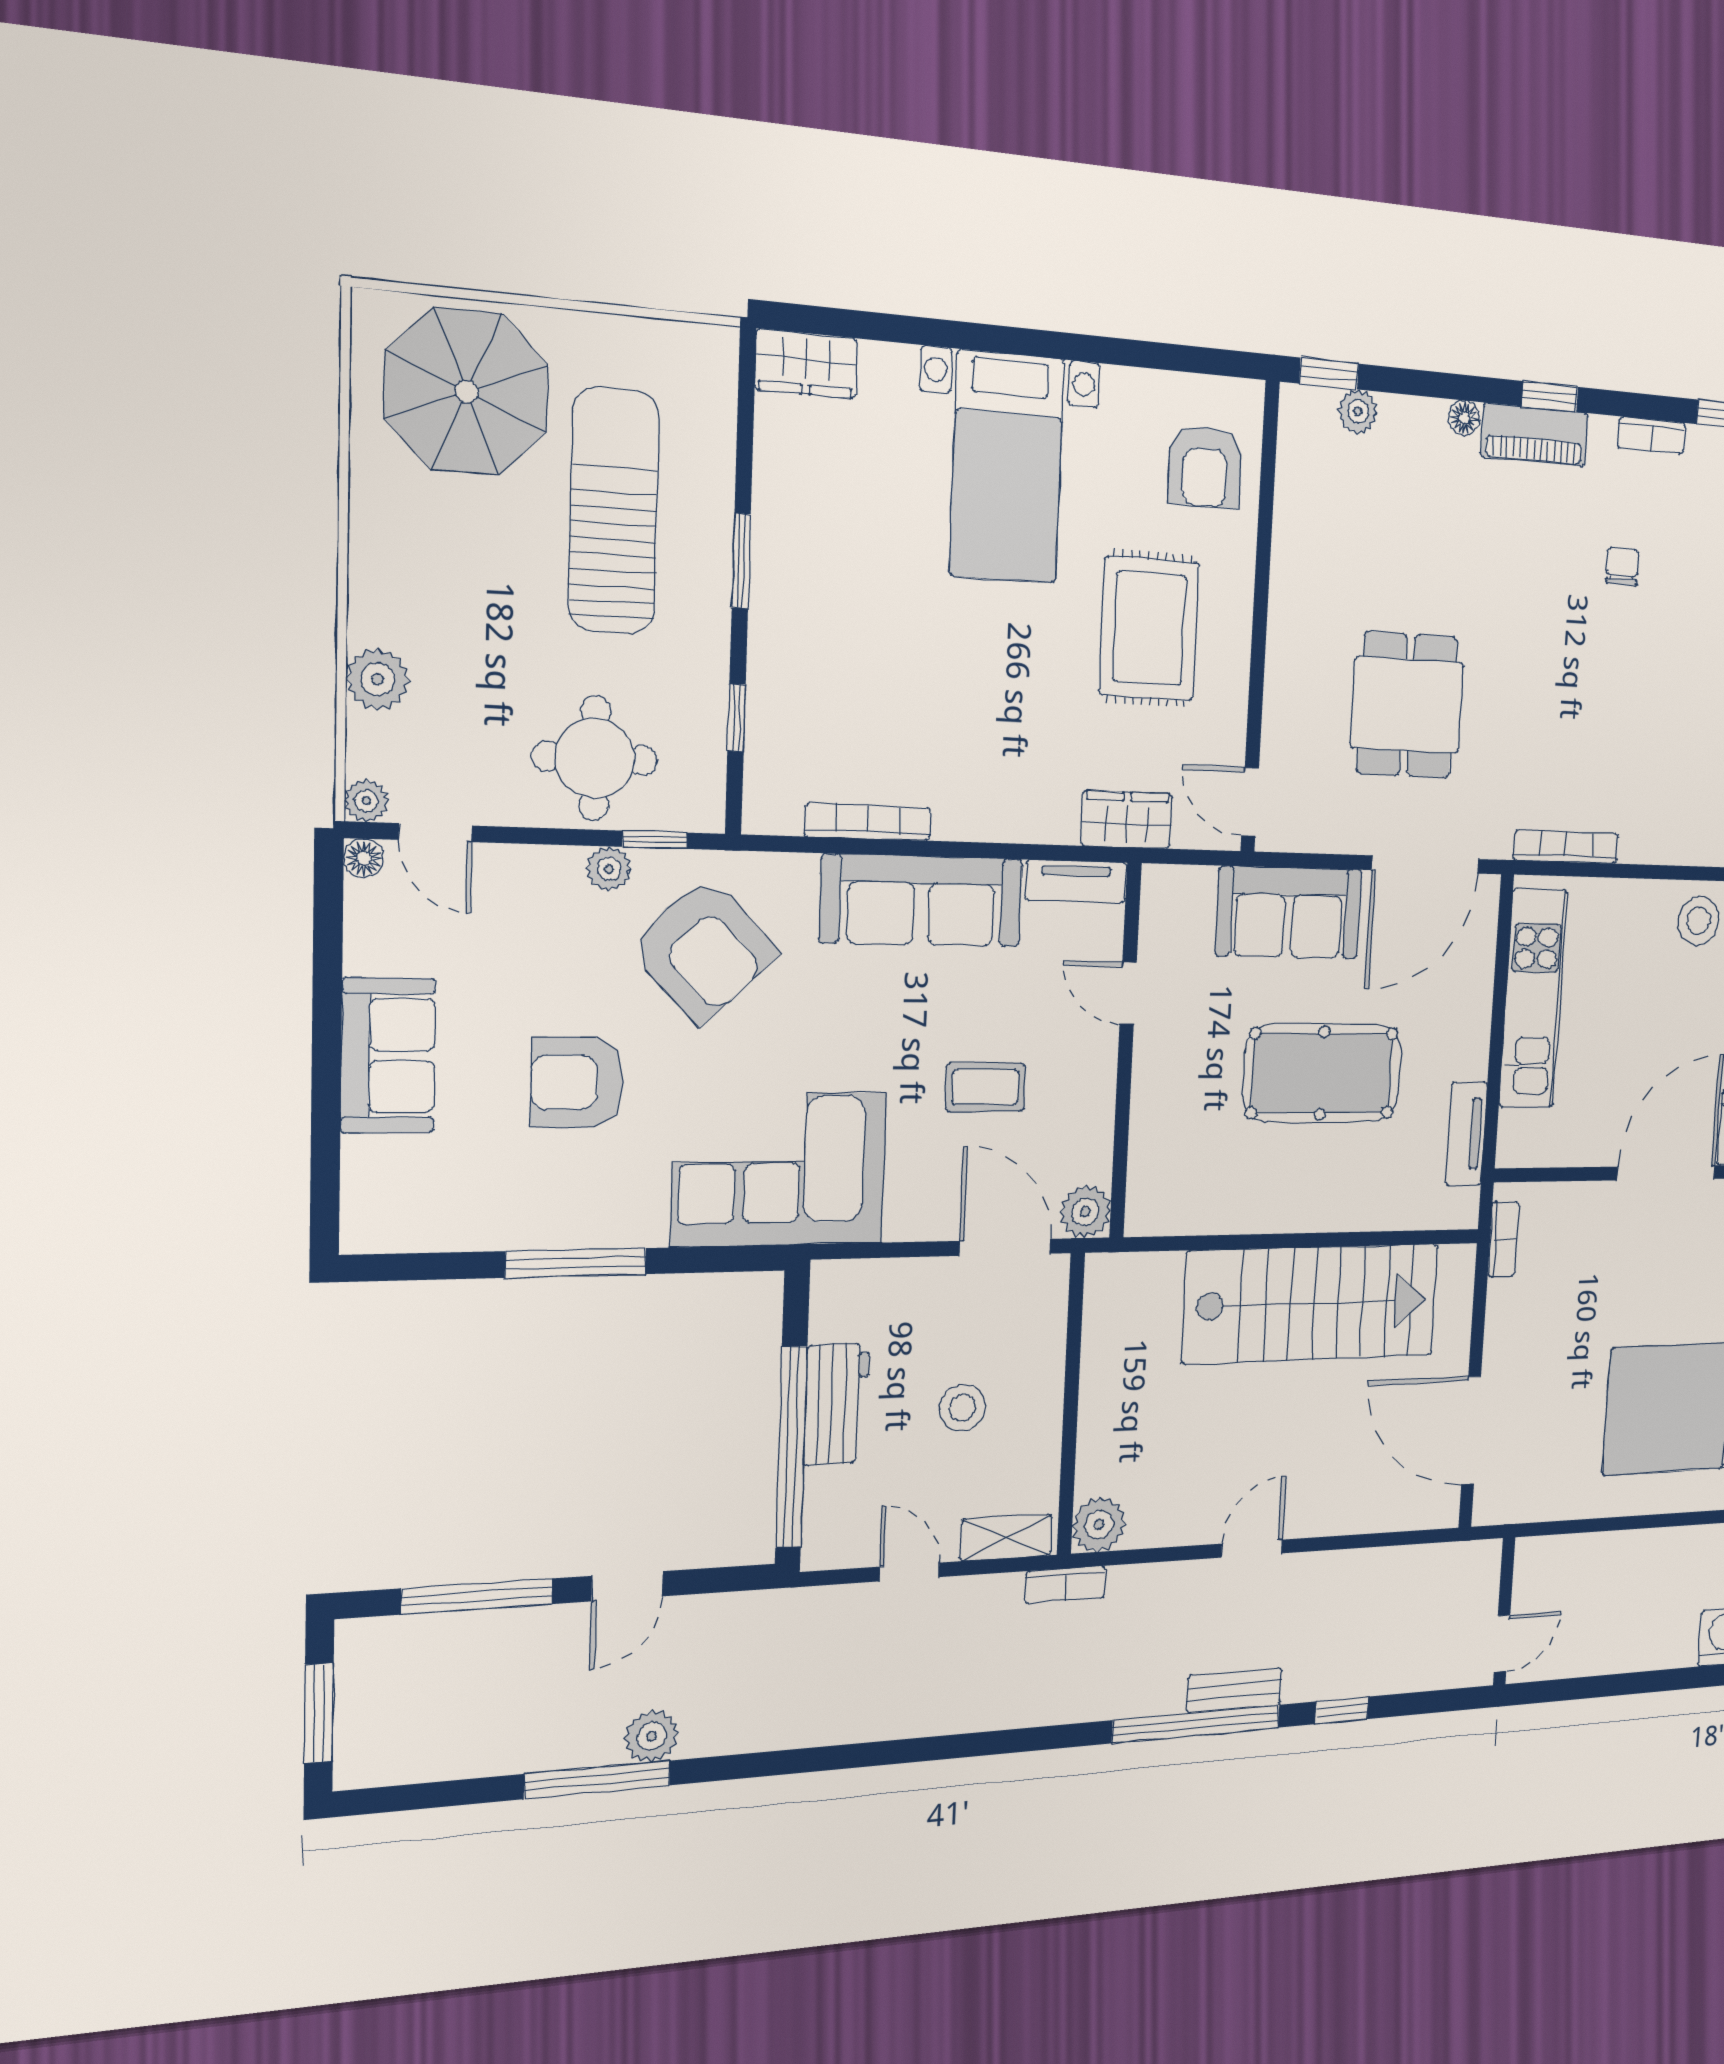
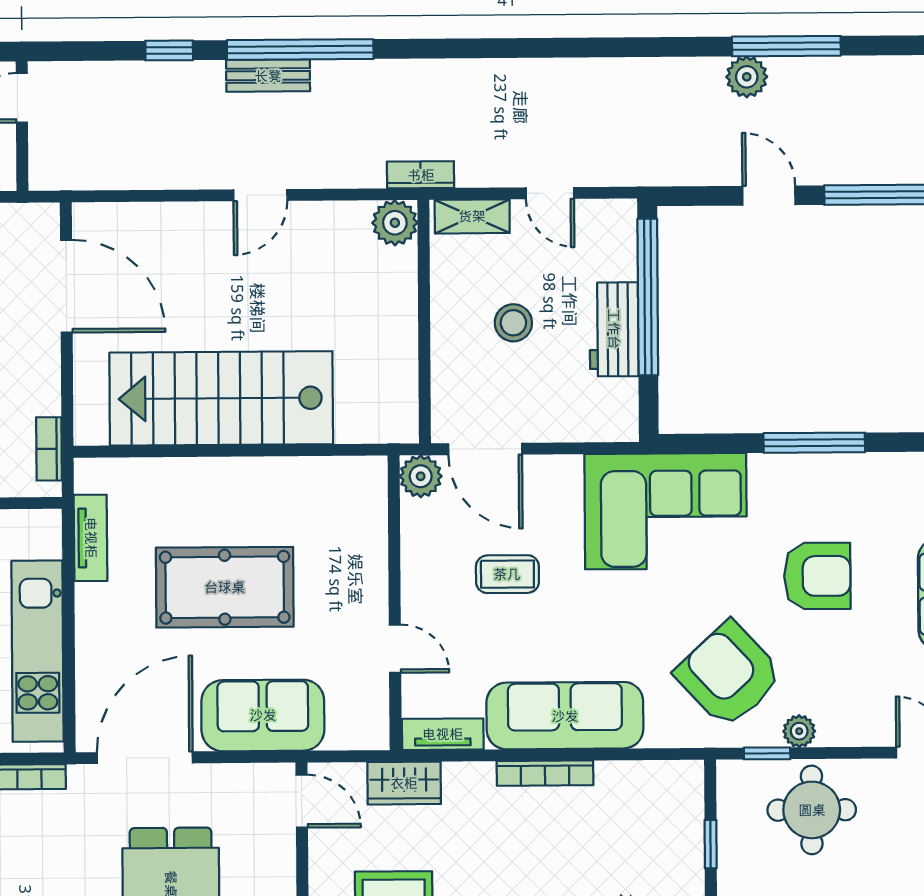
bookcase: (868, 822) -> (545, 773), moved
door: (627, 1586) -> (769, 196), hinge flipped

